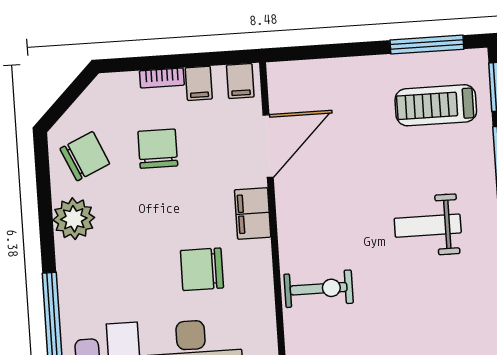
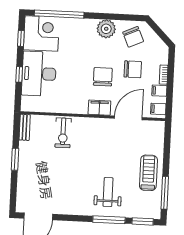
treadmill: (436, 105) -> (148, 173), moved
door: (268, 146) -> (128, 118), swing flipped
weight bench: (428, 226) -> (108, 192), moved
chair: (202, 269) -> (103, 77), moved

